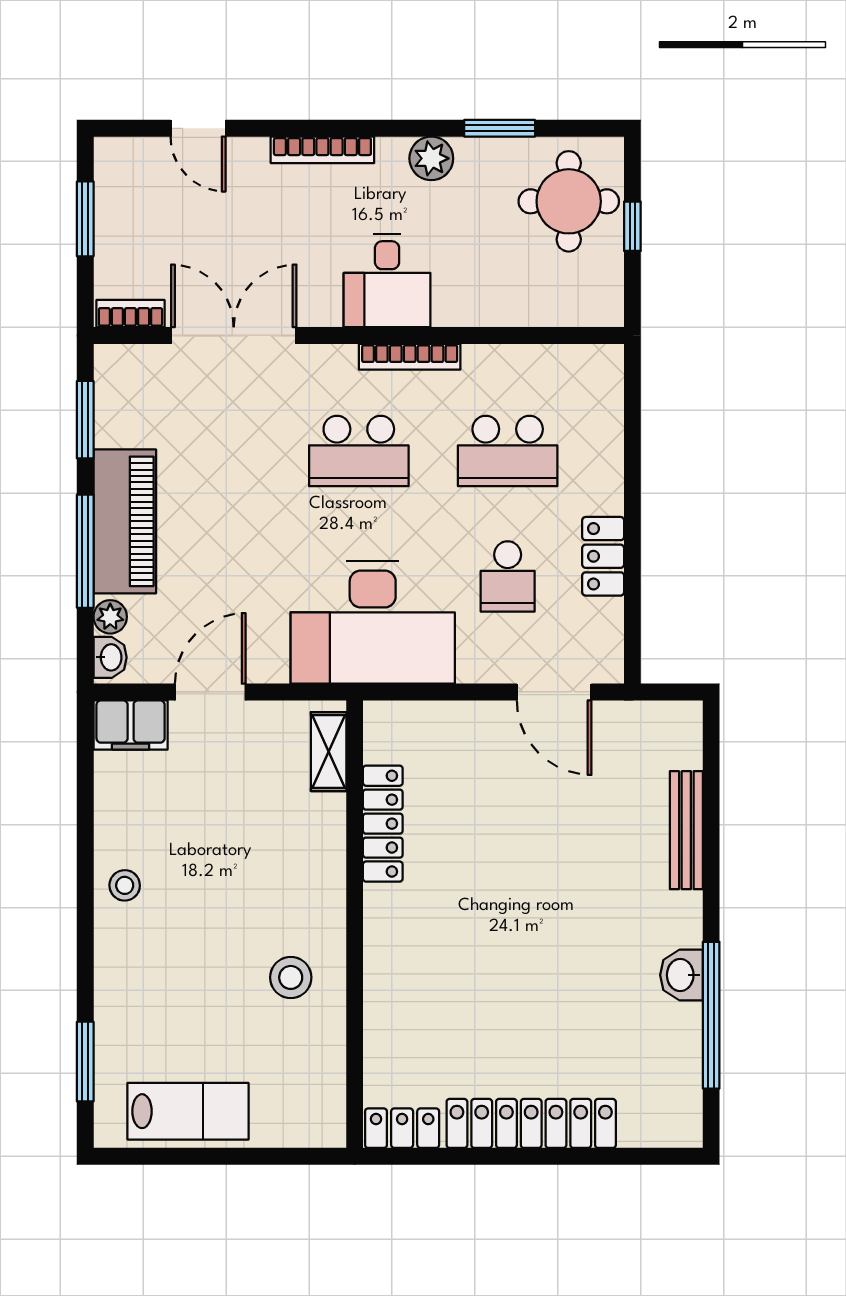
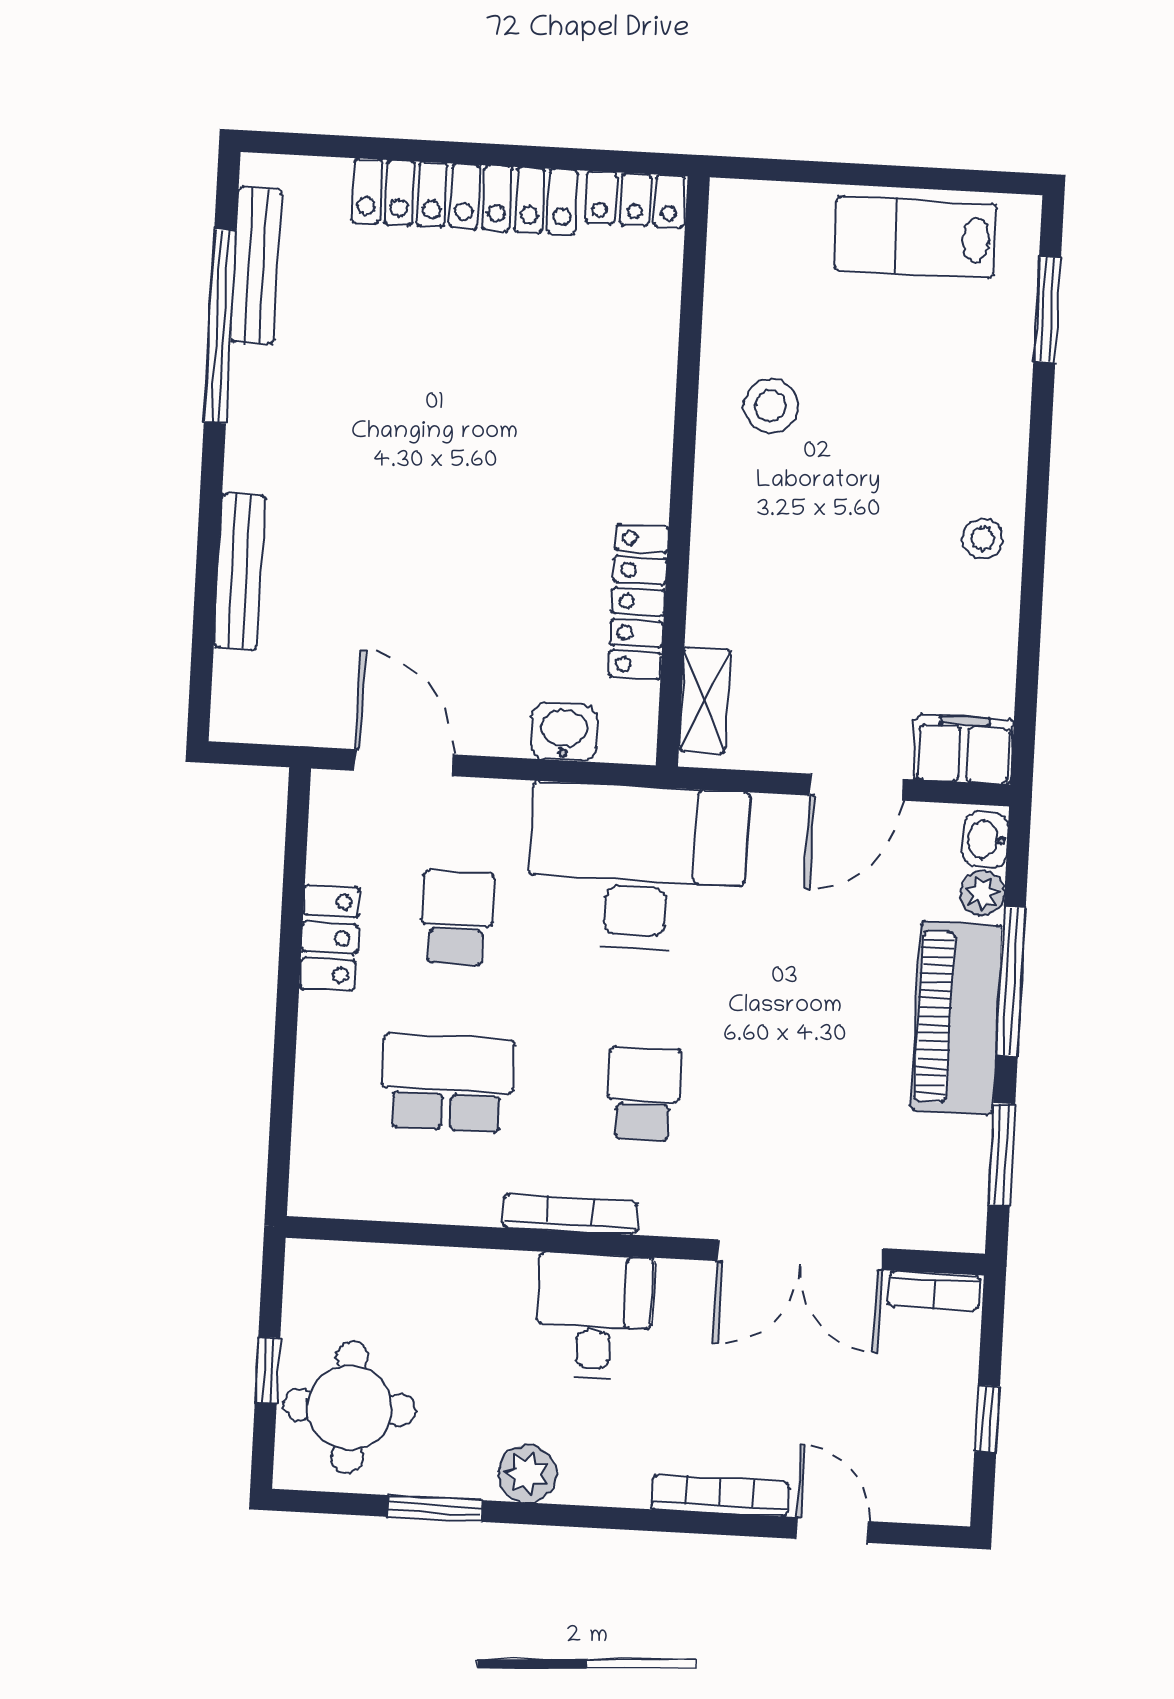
bookcase: (322, 150) -> (720, 1495), moved
window: (85, 219) -> (987, 1419), width x0.67
school desk: (359, 451) -> (644, 1094), width x0.54
washbasin: (681, 975) -> (564, 732), moved, turned -90
bench: (686, 1063) -> (256, 265), added

